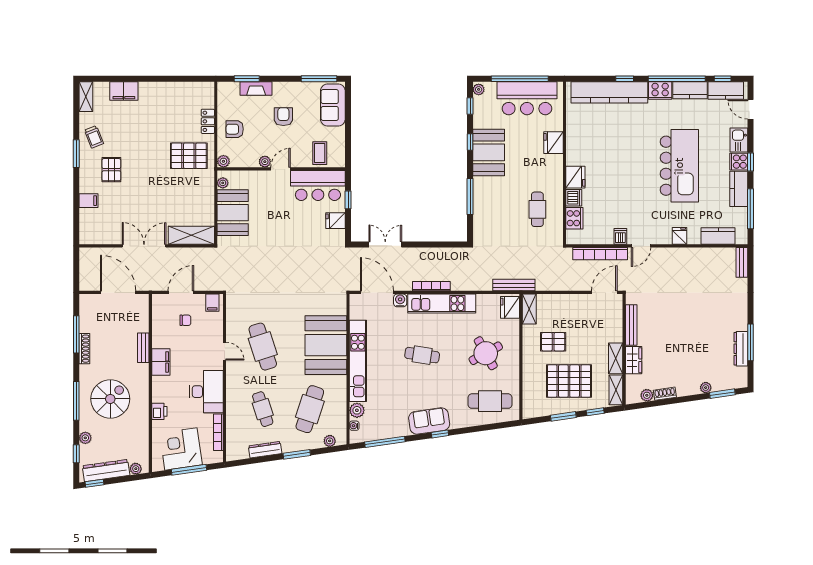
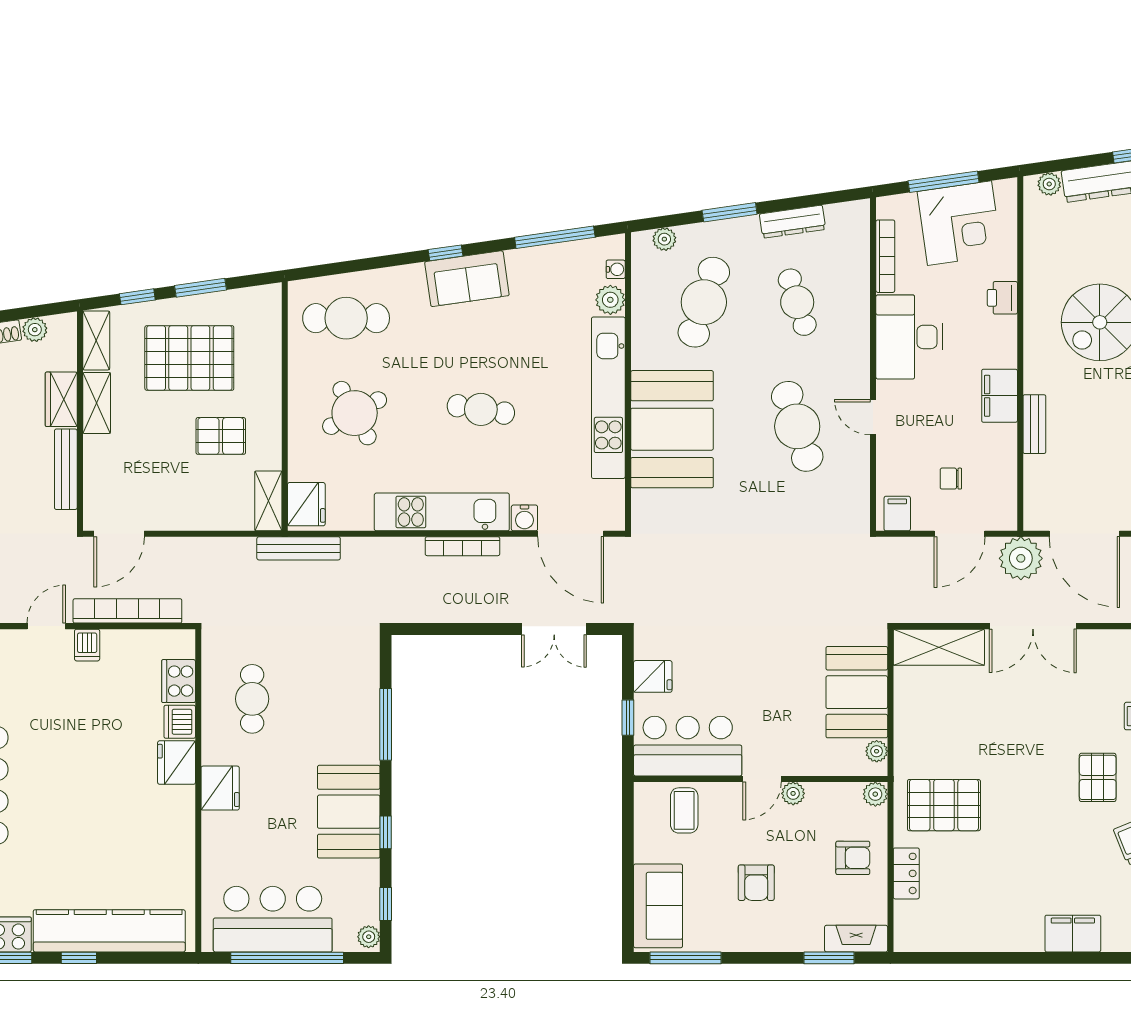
fireplace: (256, 89) -> (856, 939), moved
fridge: (553, 143) -> (220, 788), moved
plant: (150, 280) -> (1021, 558), added

